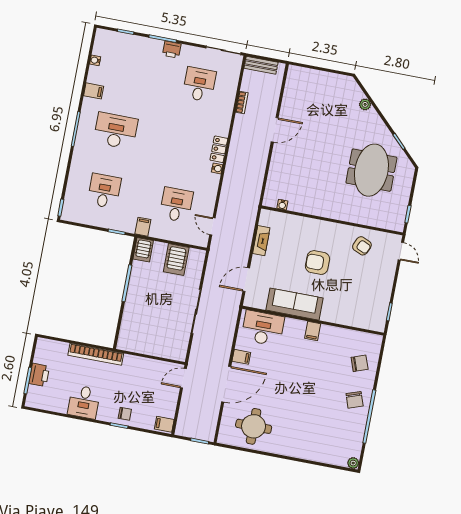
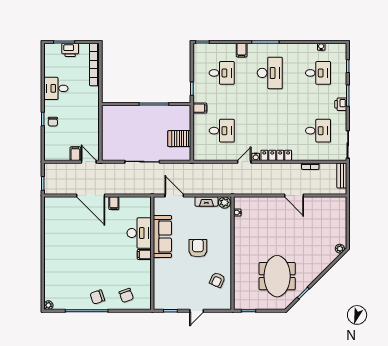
desk: (127, 71) -> (318, 73), added
filing cabinet: (94, 91) -> (242, 50), moved
plant: (365, 104) -> (340, 249), moved
locker: (219, 149) -> (276, 155), width x1.53
meeting table: (371, 170) -> (277, 276), turned 90
plant: (267, 218) -> (224, 202), added
door: (212, 226) -> (244, 162), moved
server rack: (143, 250) -> (182, 112), removed
door: (401, 251) -> (197, 311), moved
desk: (263, 328) -> (139, 233), moved
bookcase: (96, 354) -> (94, 64), moved
filing cabinet: (164, 424) -> (75, 154), moved
round table: (254, 426) -> (62, 223), removed

